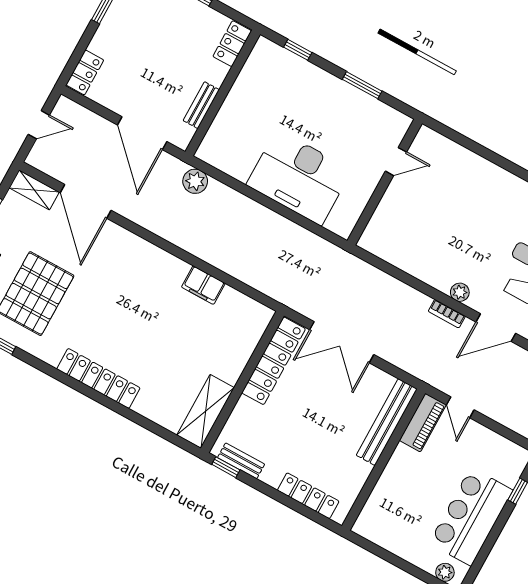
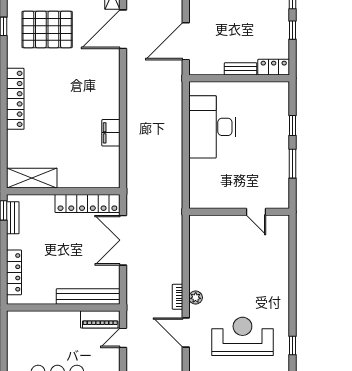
window: (298, 50) -> (293, 125), moved
bench: (201, 105) -> (241, 69), moved
desk: (299, 177) -> (212, 127), moved
plant: (195, 181) -> (174, 91), removed

